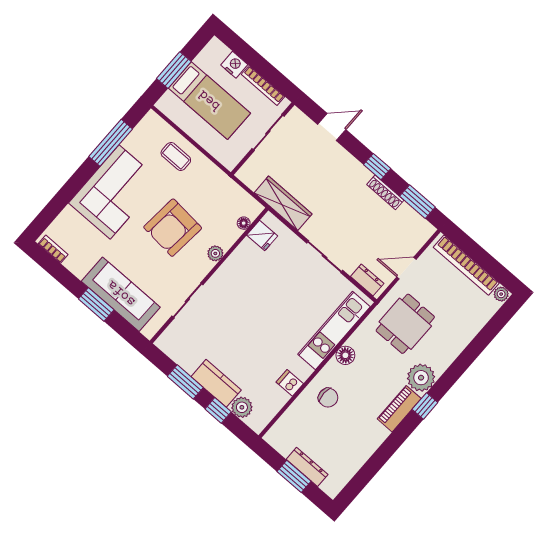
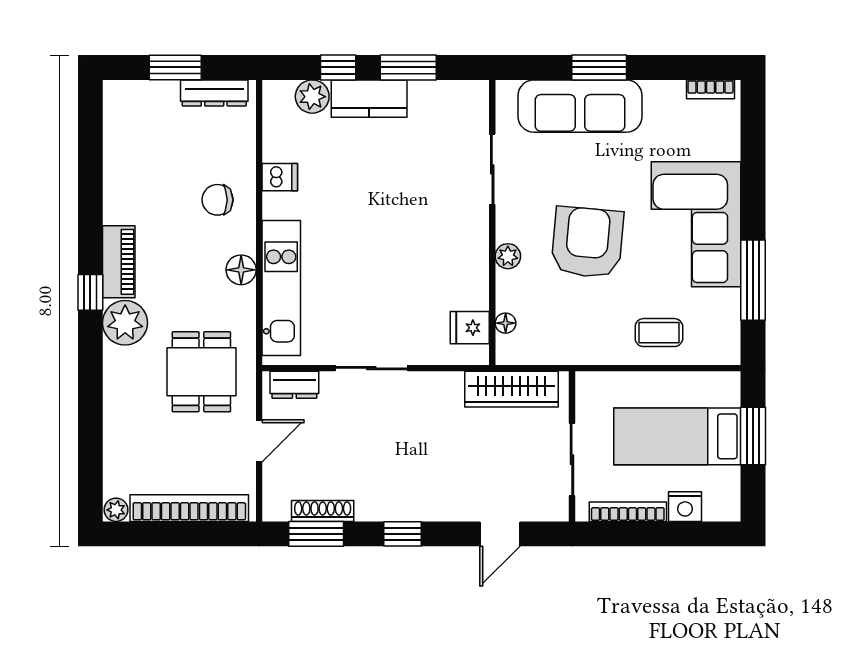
shoe rack: (385, 192) -> (323, 511), moved
wardrobe: (283, 203) -> (512, 389), moved
dresser: (307, 467) -> (214, 93), moved

